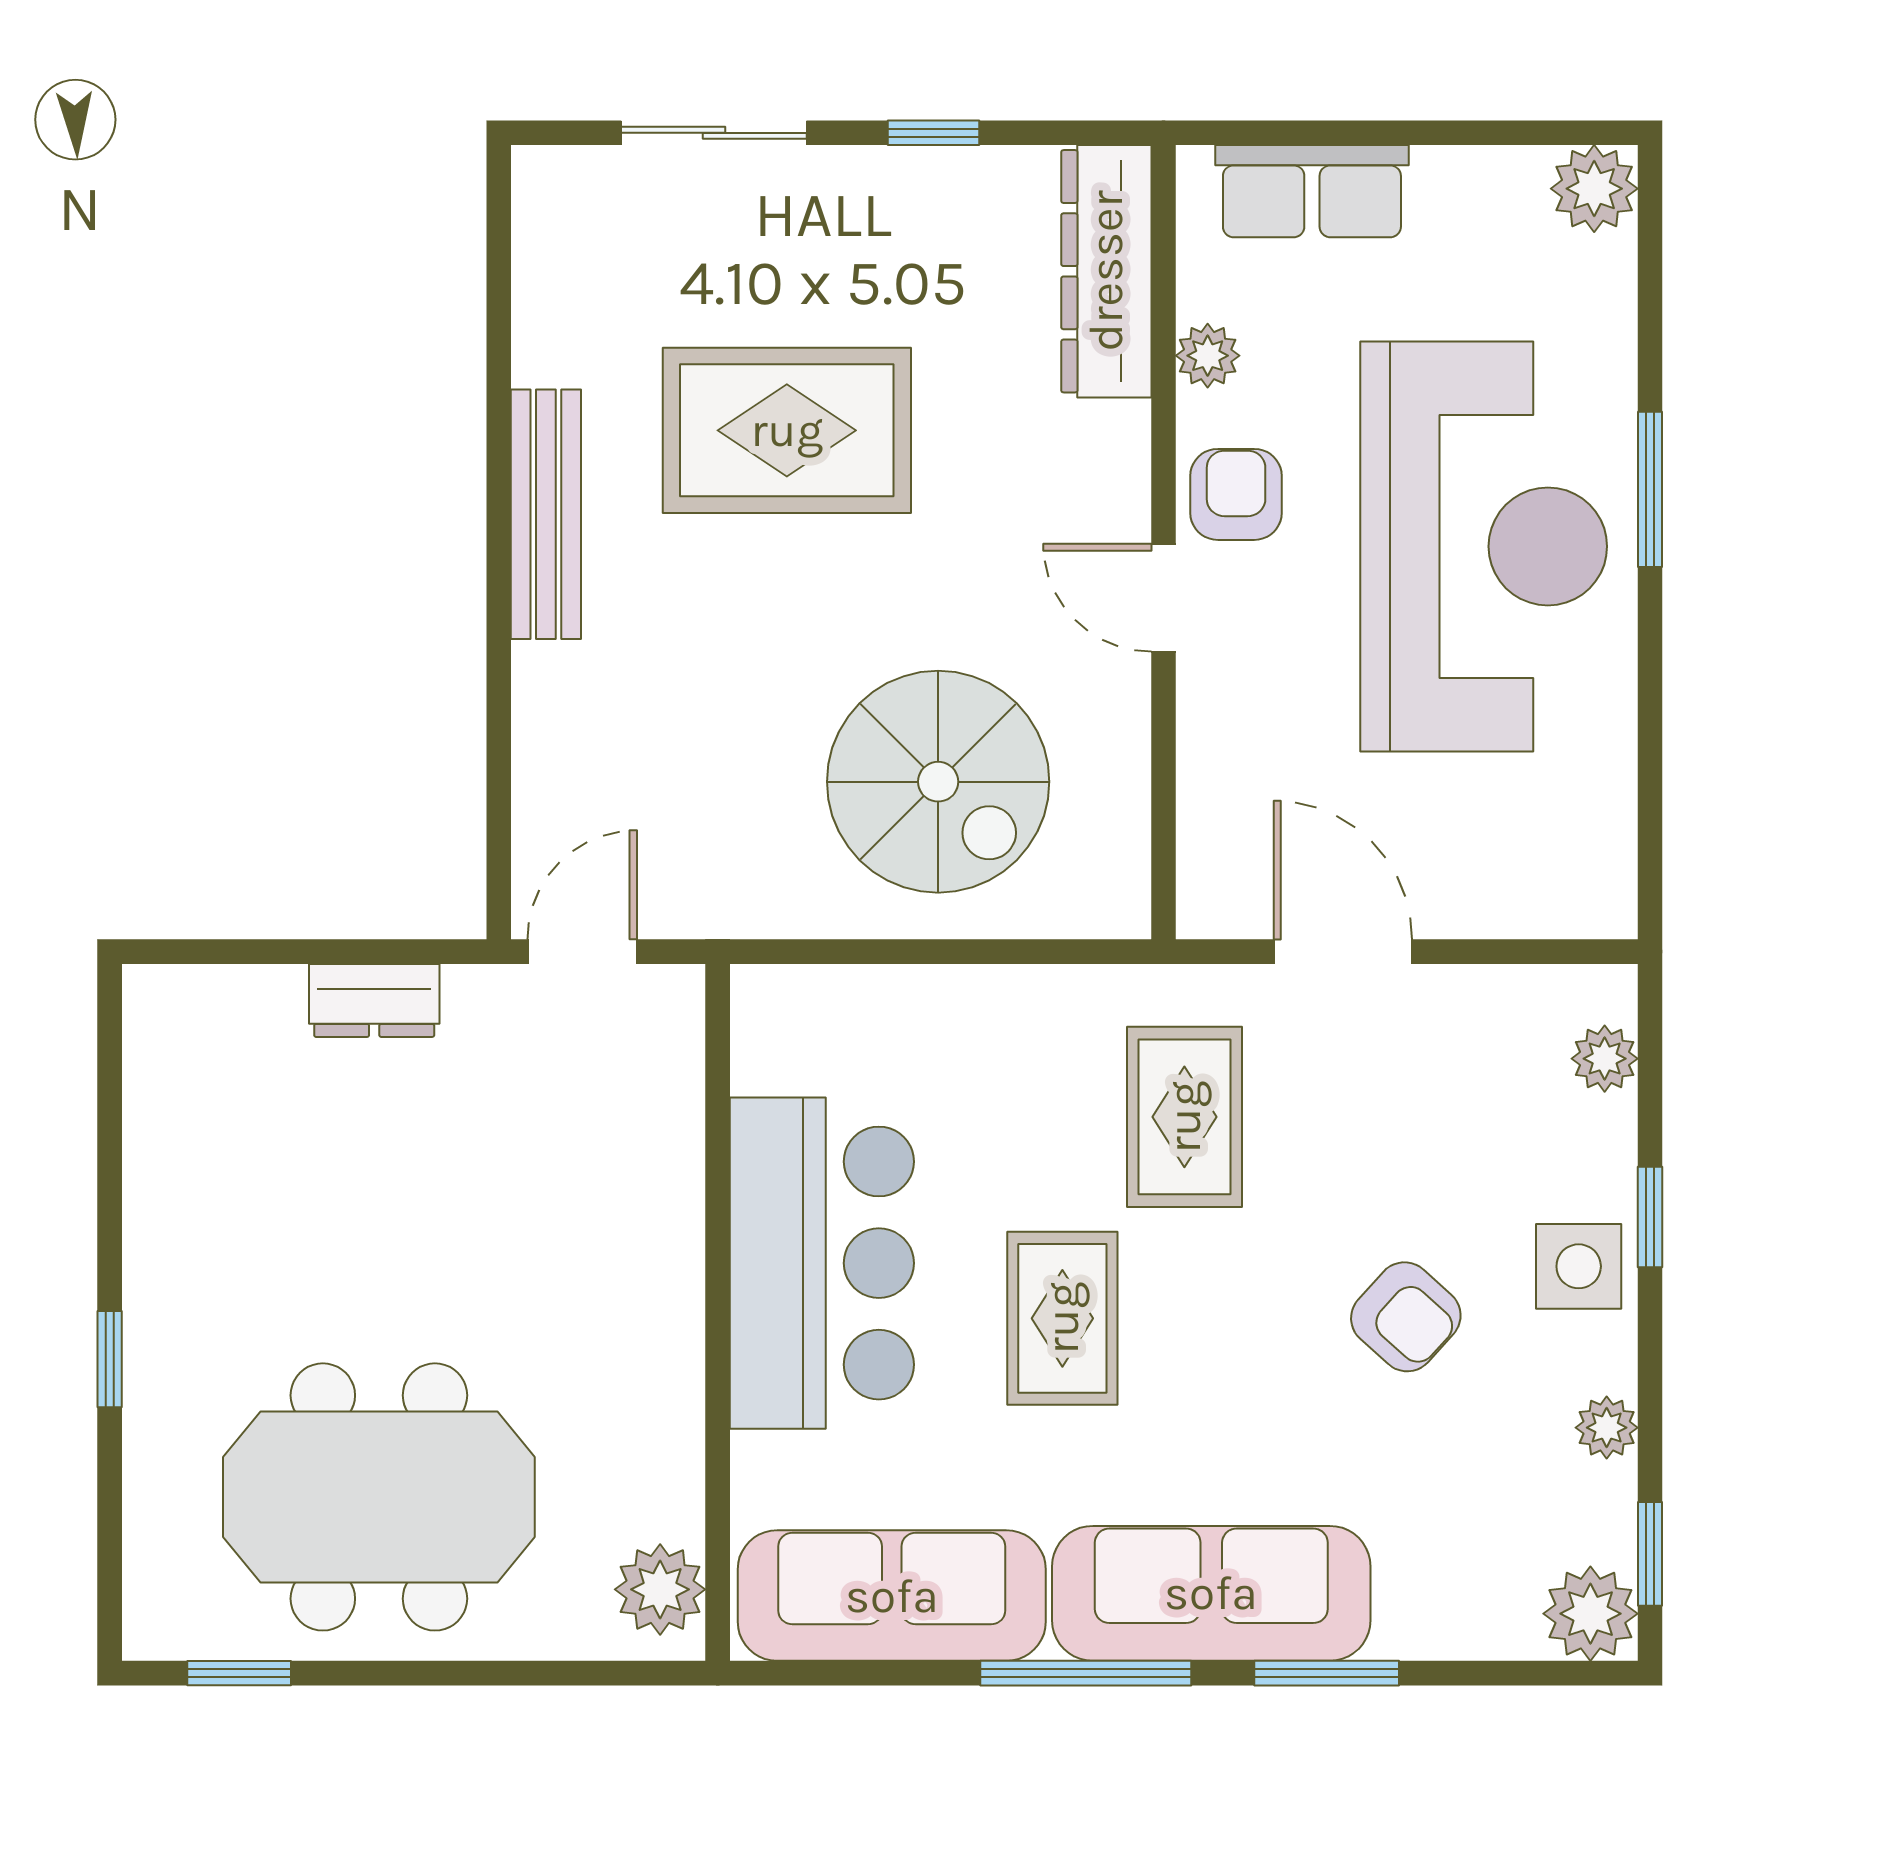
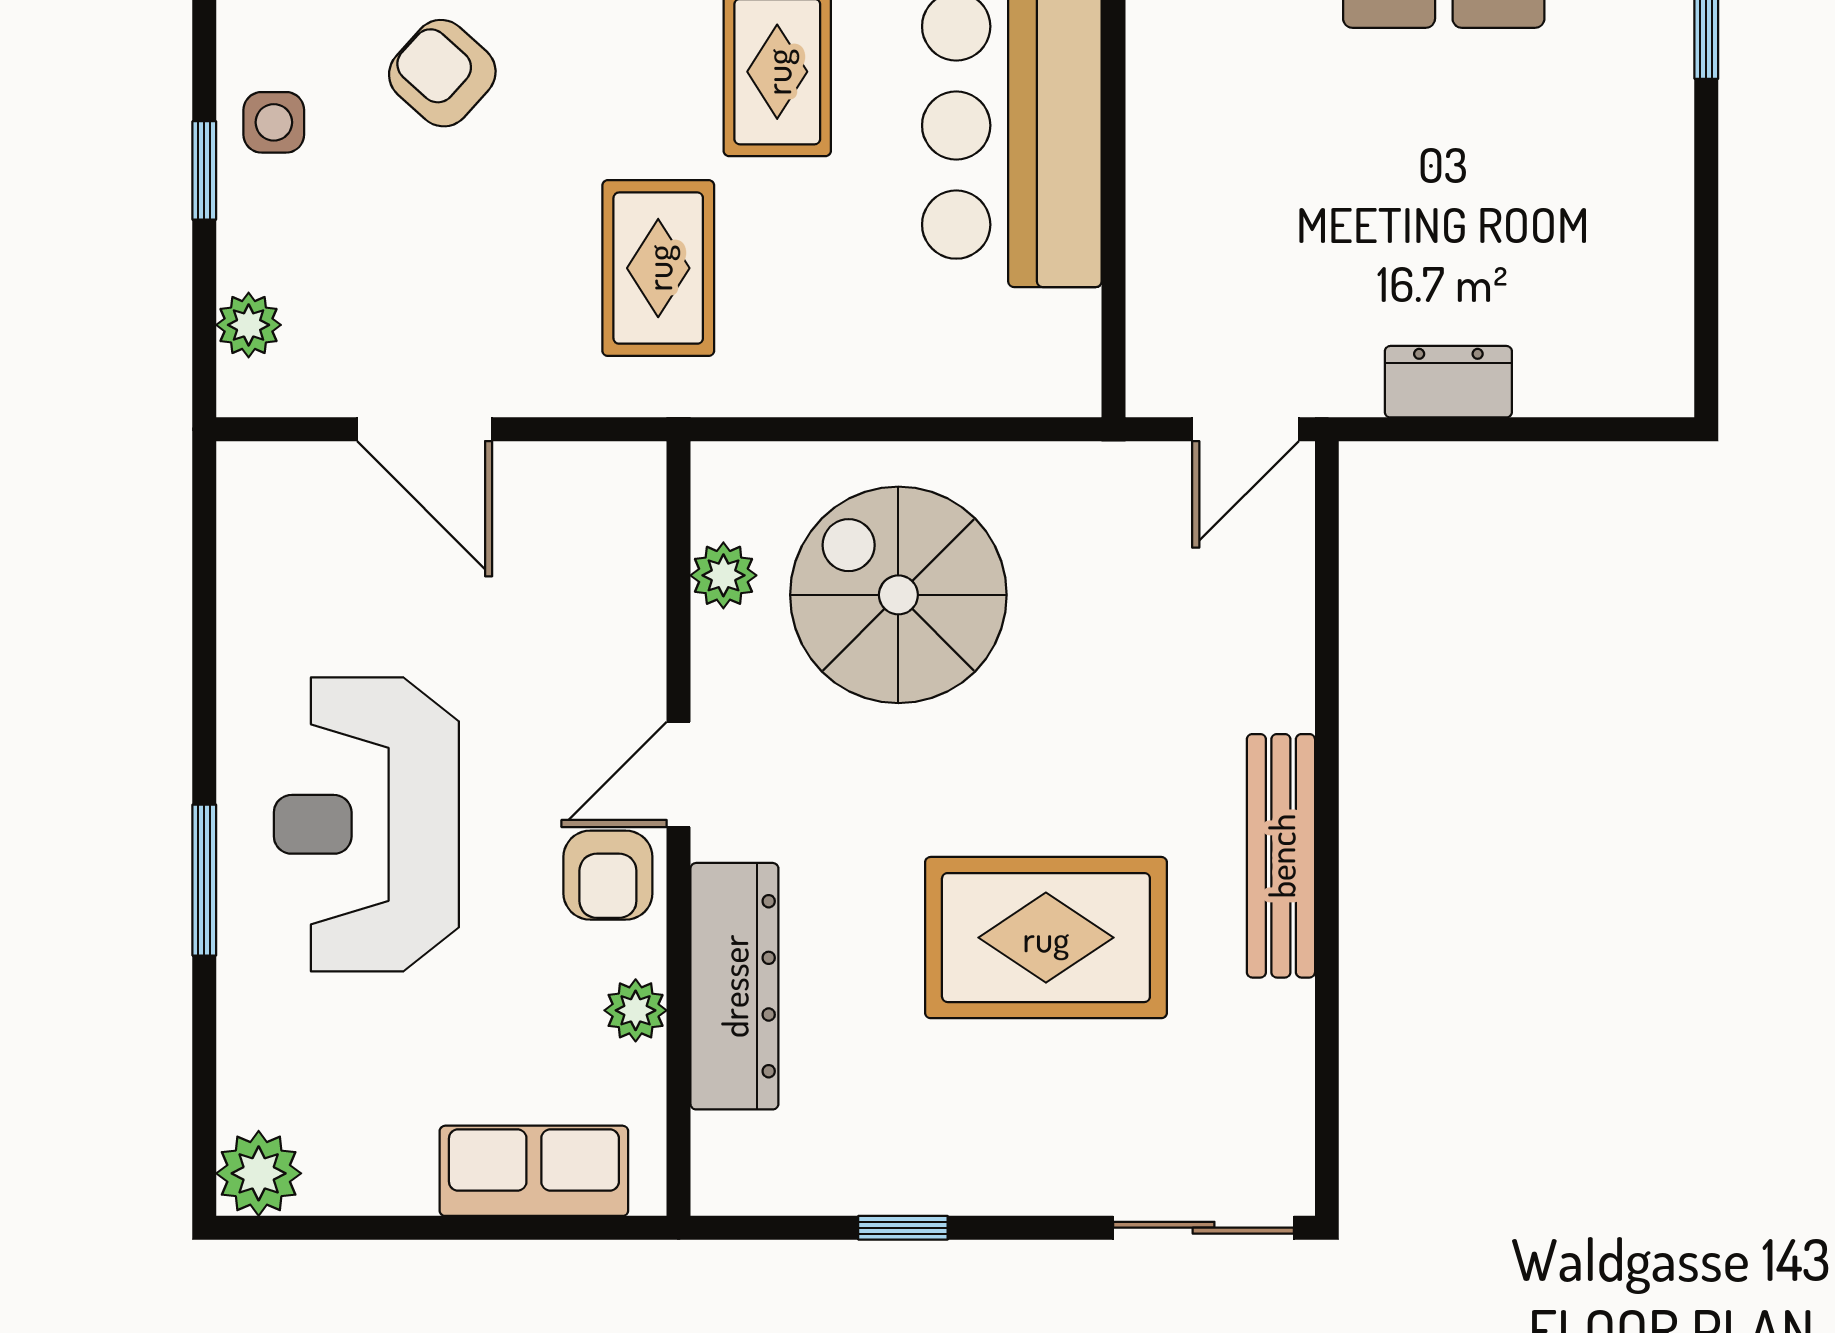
sliding door: (714, 133) -> (1204, 1228), moved
dresser: (1106, 271) -> (734, 986), moved
reception desk: (1484, 546) -> (366, 824), width x0.74, depth x0.77
door: (1164, 598) -> (679, 774), swing flipped
plant: (1118, 802) -> (723, 575), added
door: (1343, 952) -> (425, 429), moved
side table: (1579, 1266) -> (274, 122), width x0.73, depth x0.73

